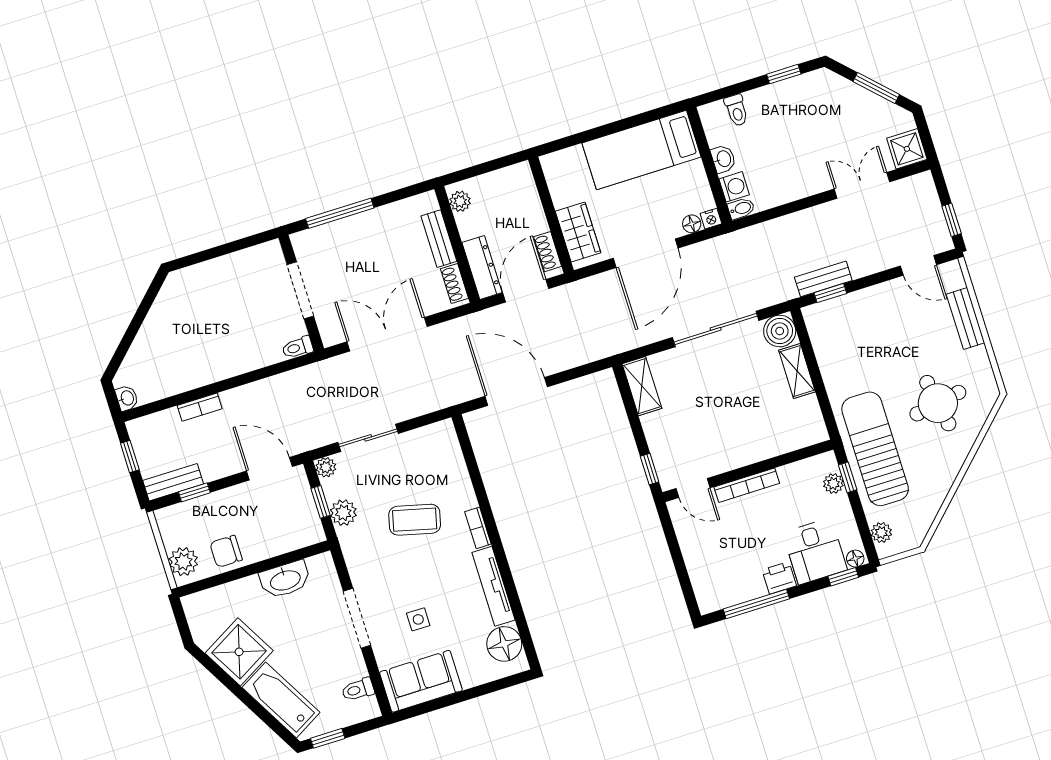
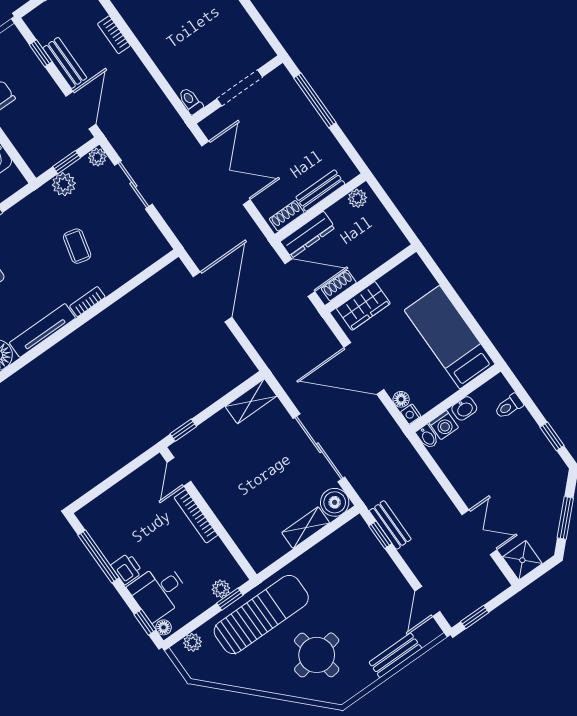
bench: (173, 482) -> (65, 63), moved
coffee table: (415, 520) -> (77, 246), width x0.73, depth x0.77

